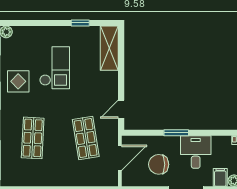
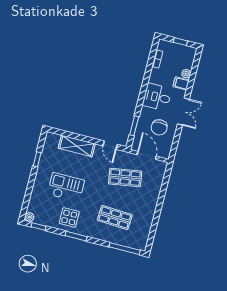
shelving: (109, 48) -> (77, 146), moved
window: (176, 133) -> (134, 126), moved

